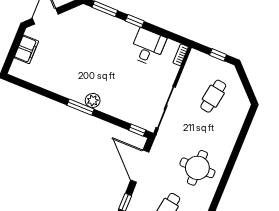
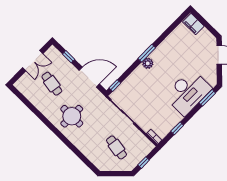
window: (135, 21) -> (177, 128), moved
desk: (148, 47) -> (188, 92), moved, width x1.87, depth x1.30
filing cabinet: (26, 49) -> (193, 24), moved

